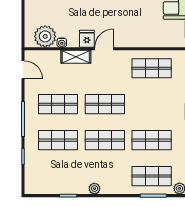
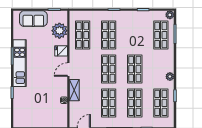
plant: (45, 36) -> (59, 31), moved
fridge: (87, 39) -> (61, 51), moved
door: (104, 49) -> (68, 70), hinge flipped
shop shelf: (152, 140) -> (109, 35), moved
shop shelf: (58, 176) -> (161, 103), added

